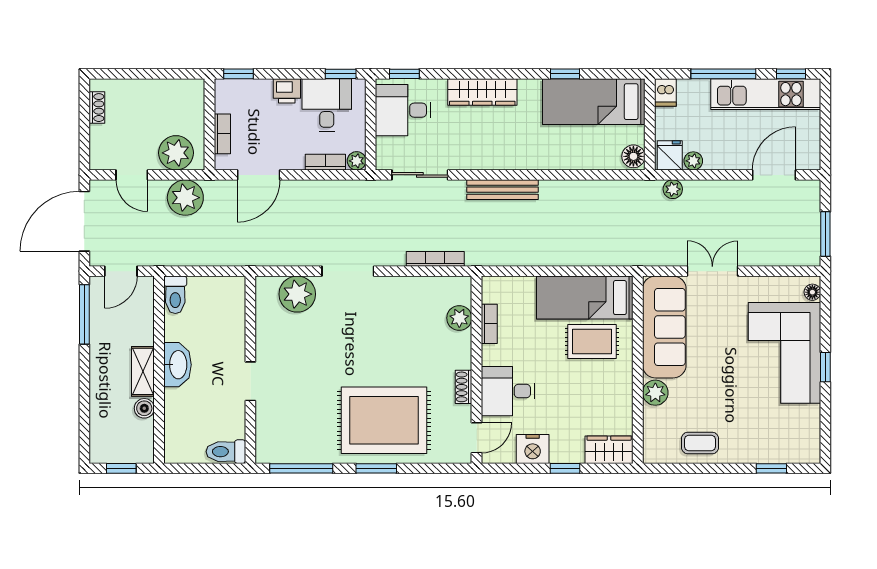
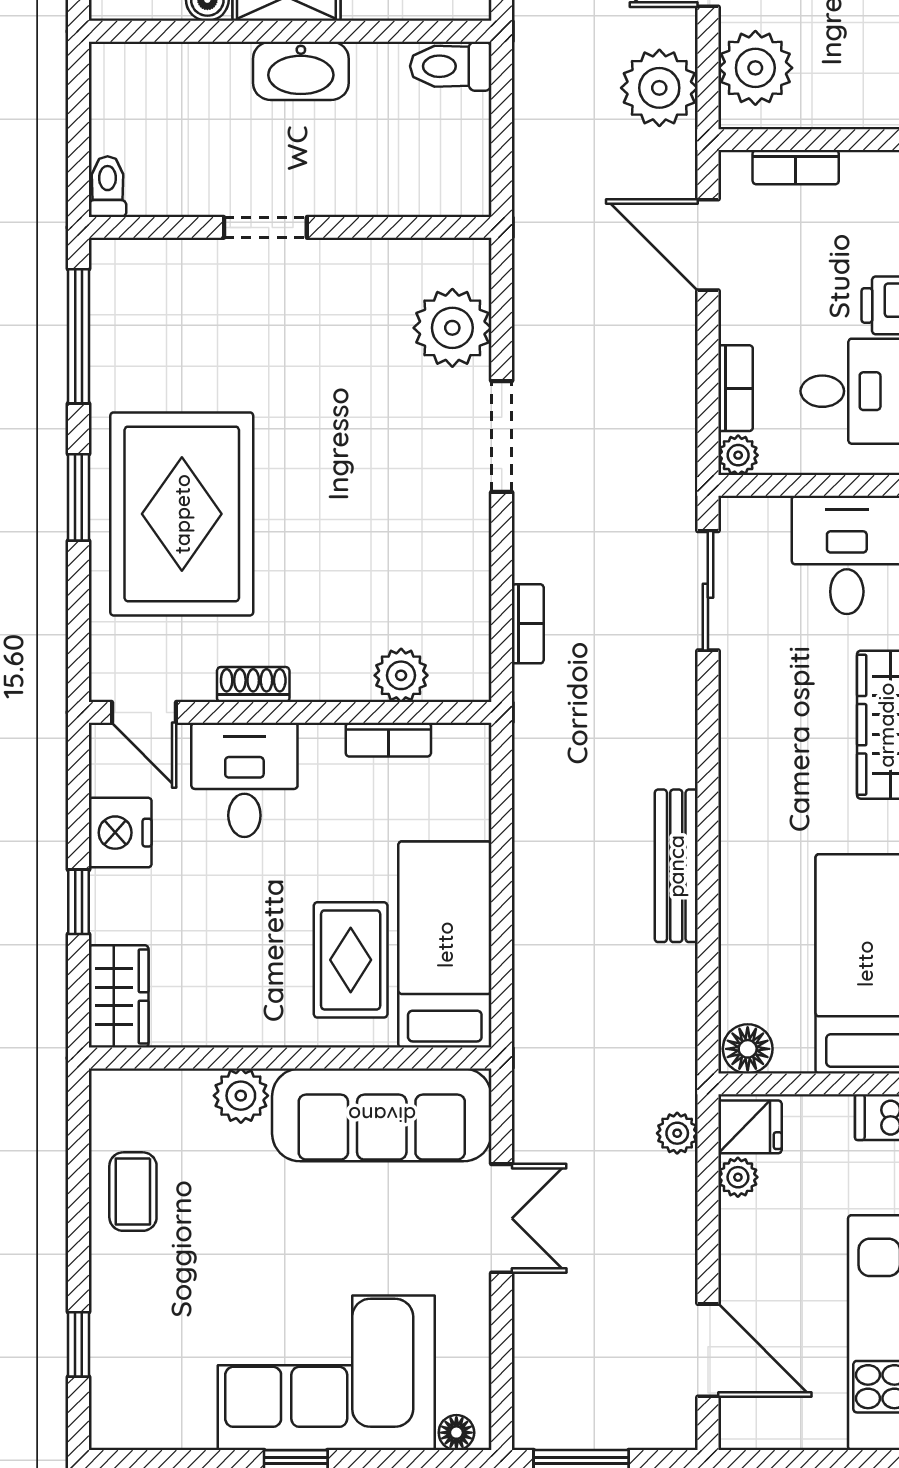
bench: (503, 190) -> (676, 866), moved
bookcase: (435, 259) -> (528, 624), width x0.64
toilet: (226, 452) -> (108, 187), width x0.73, depth x0.72

